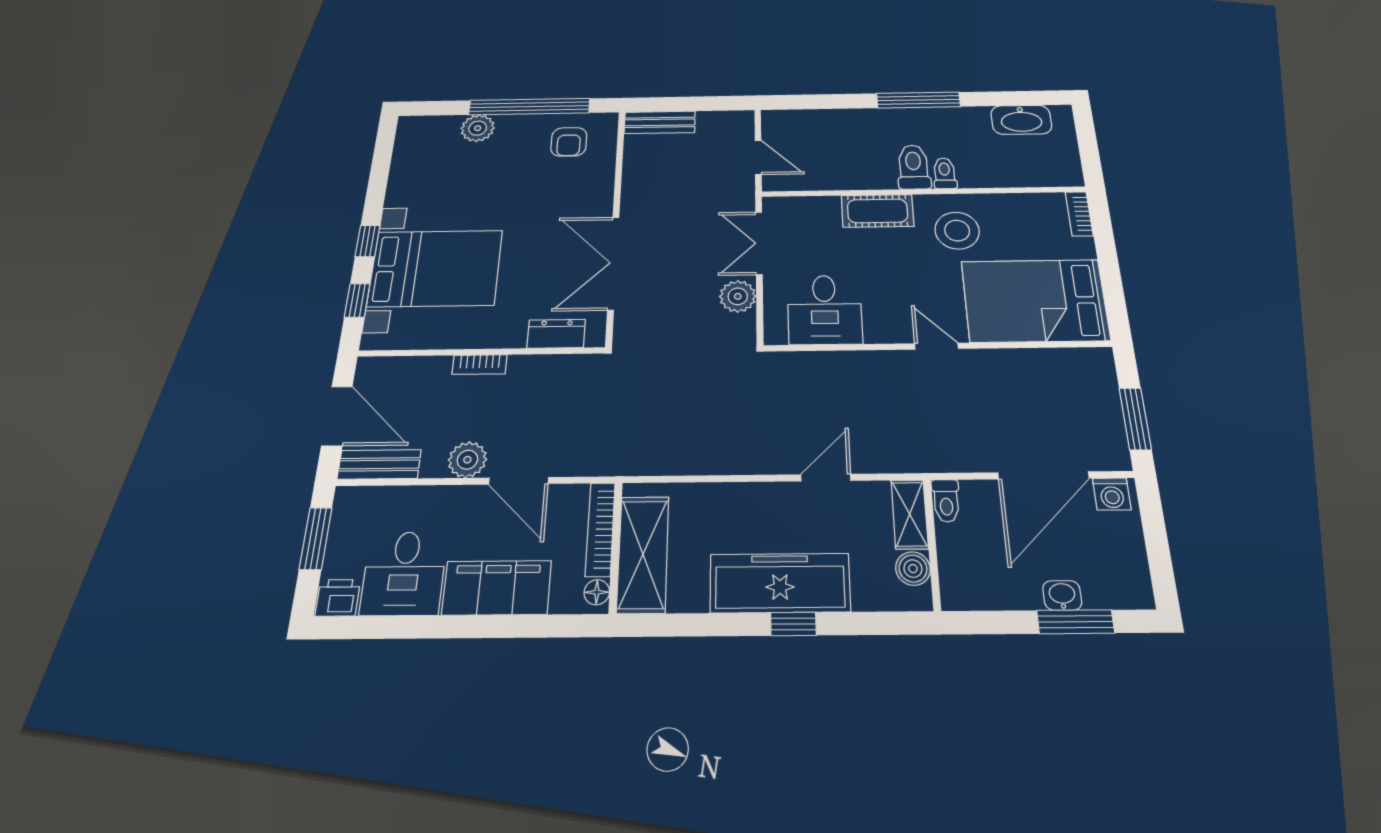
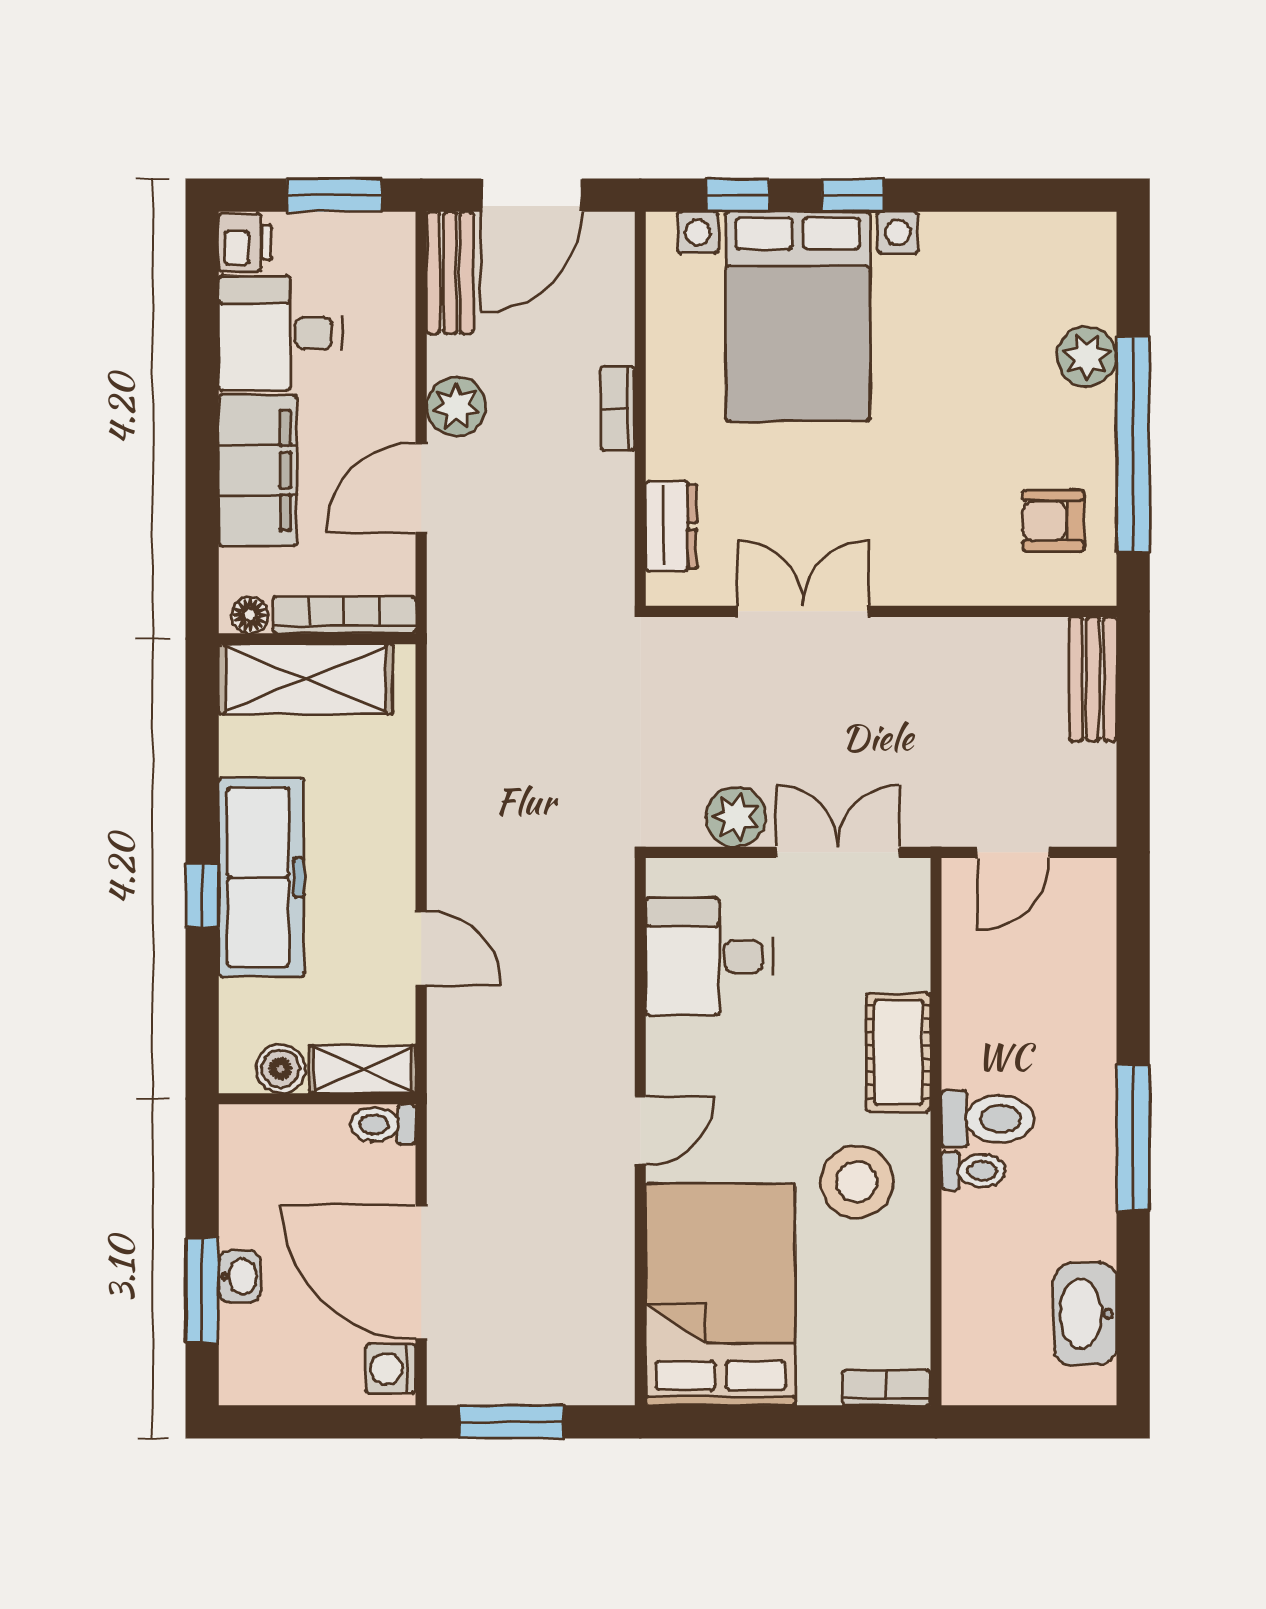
double door: (613, 263) -> (803, 611), width x0.73

